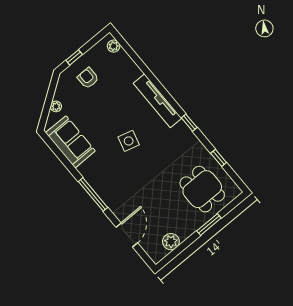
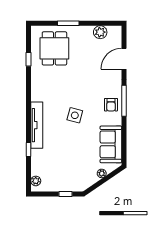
armchair: (88, 78) -> (111, 105), moved
window: (189, 123) -> (28, 150), moved

